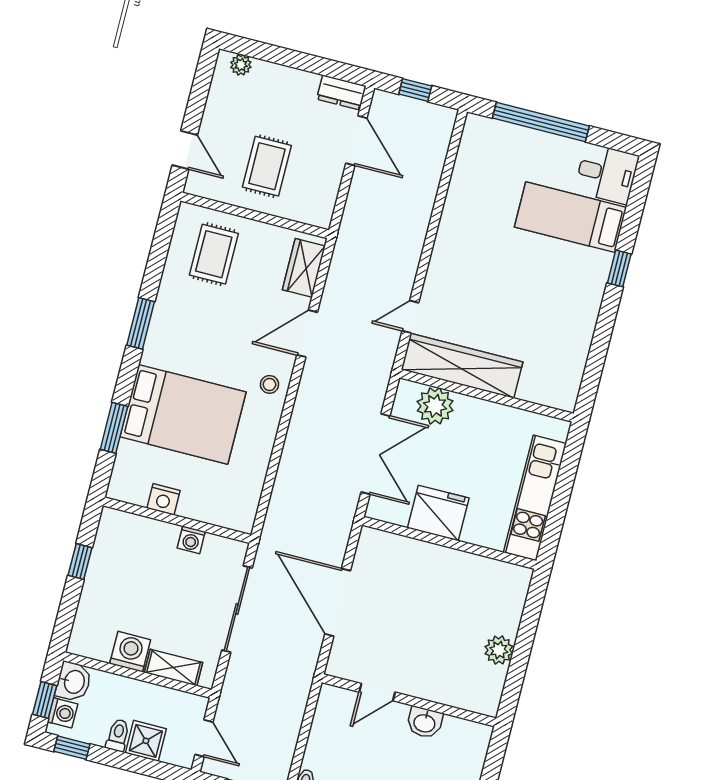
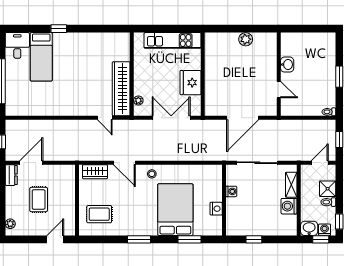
rug: (267, 166) -> (39, 200), moved, turned 90
plant: (435, 406) -> (138, 100), width x0.53, depth x0.53

